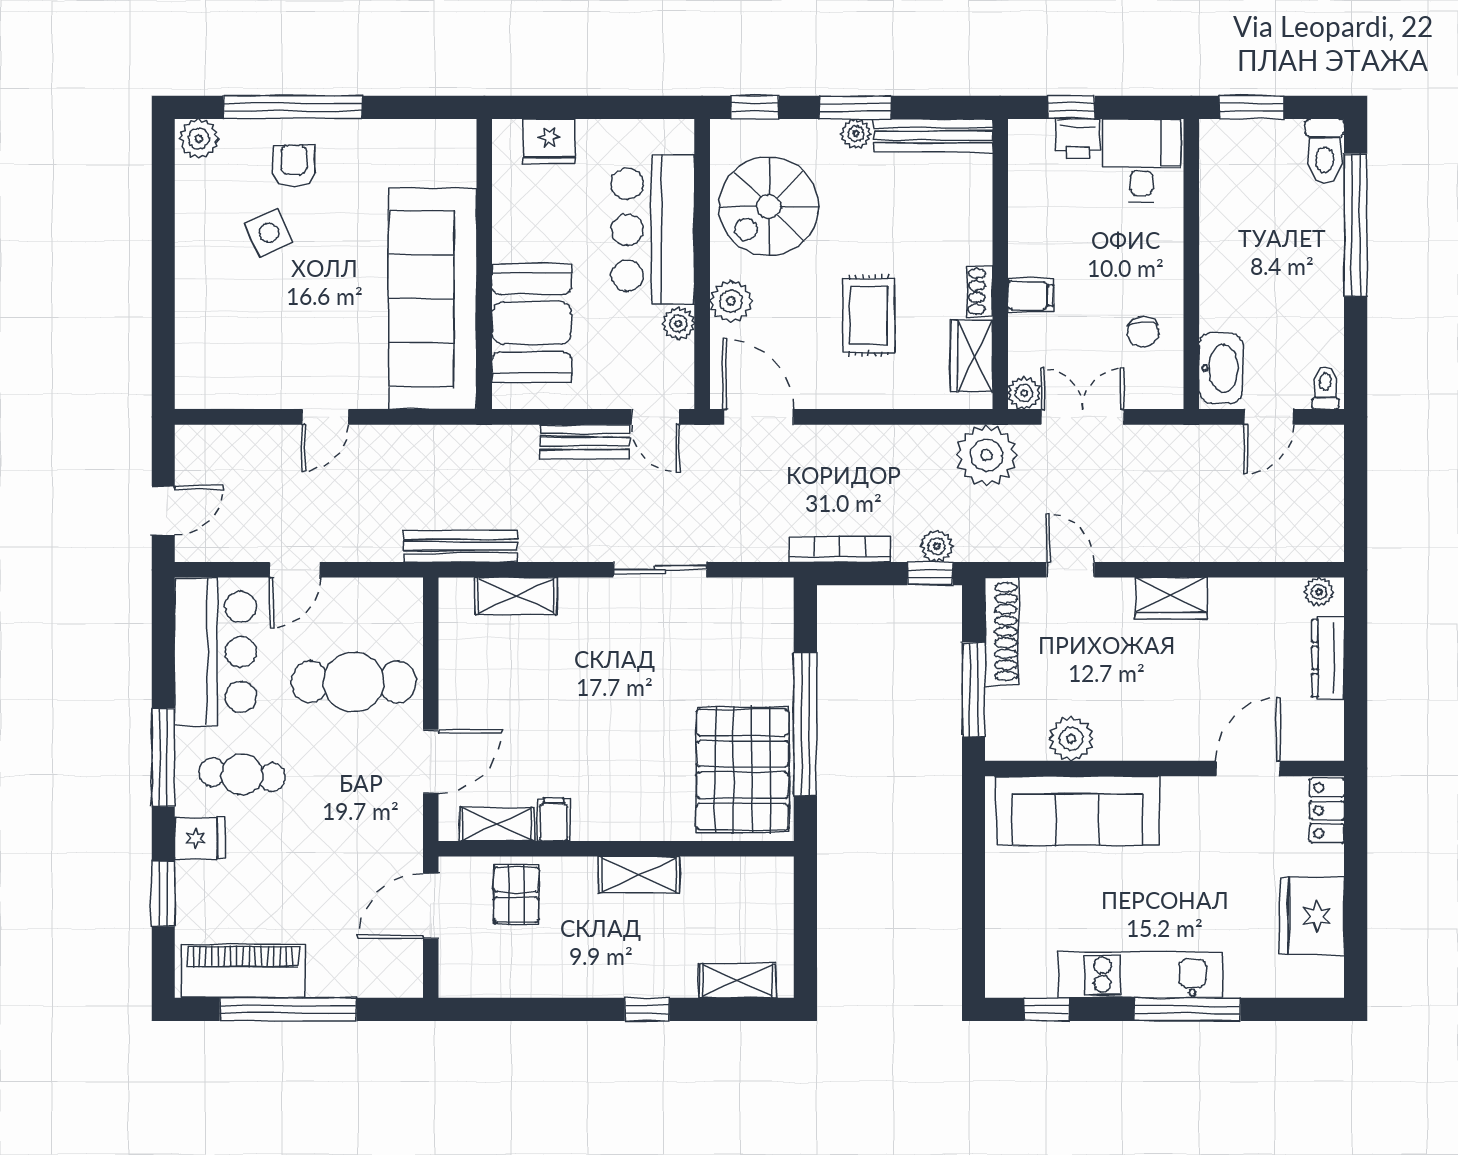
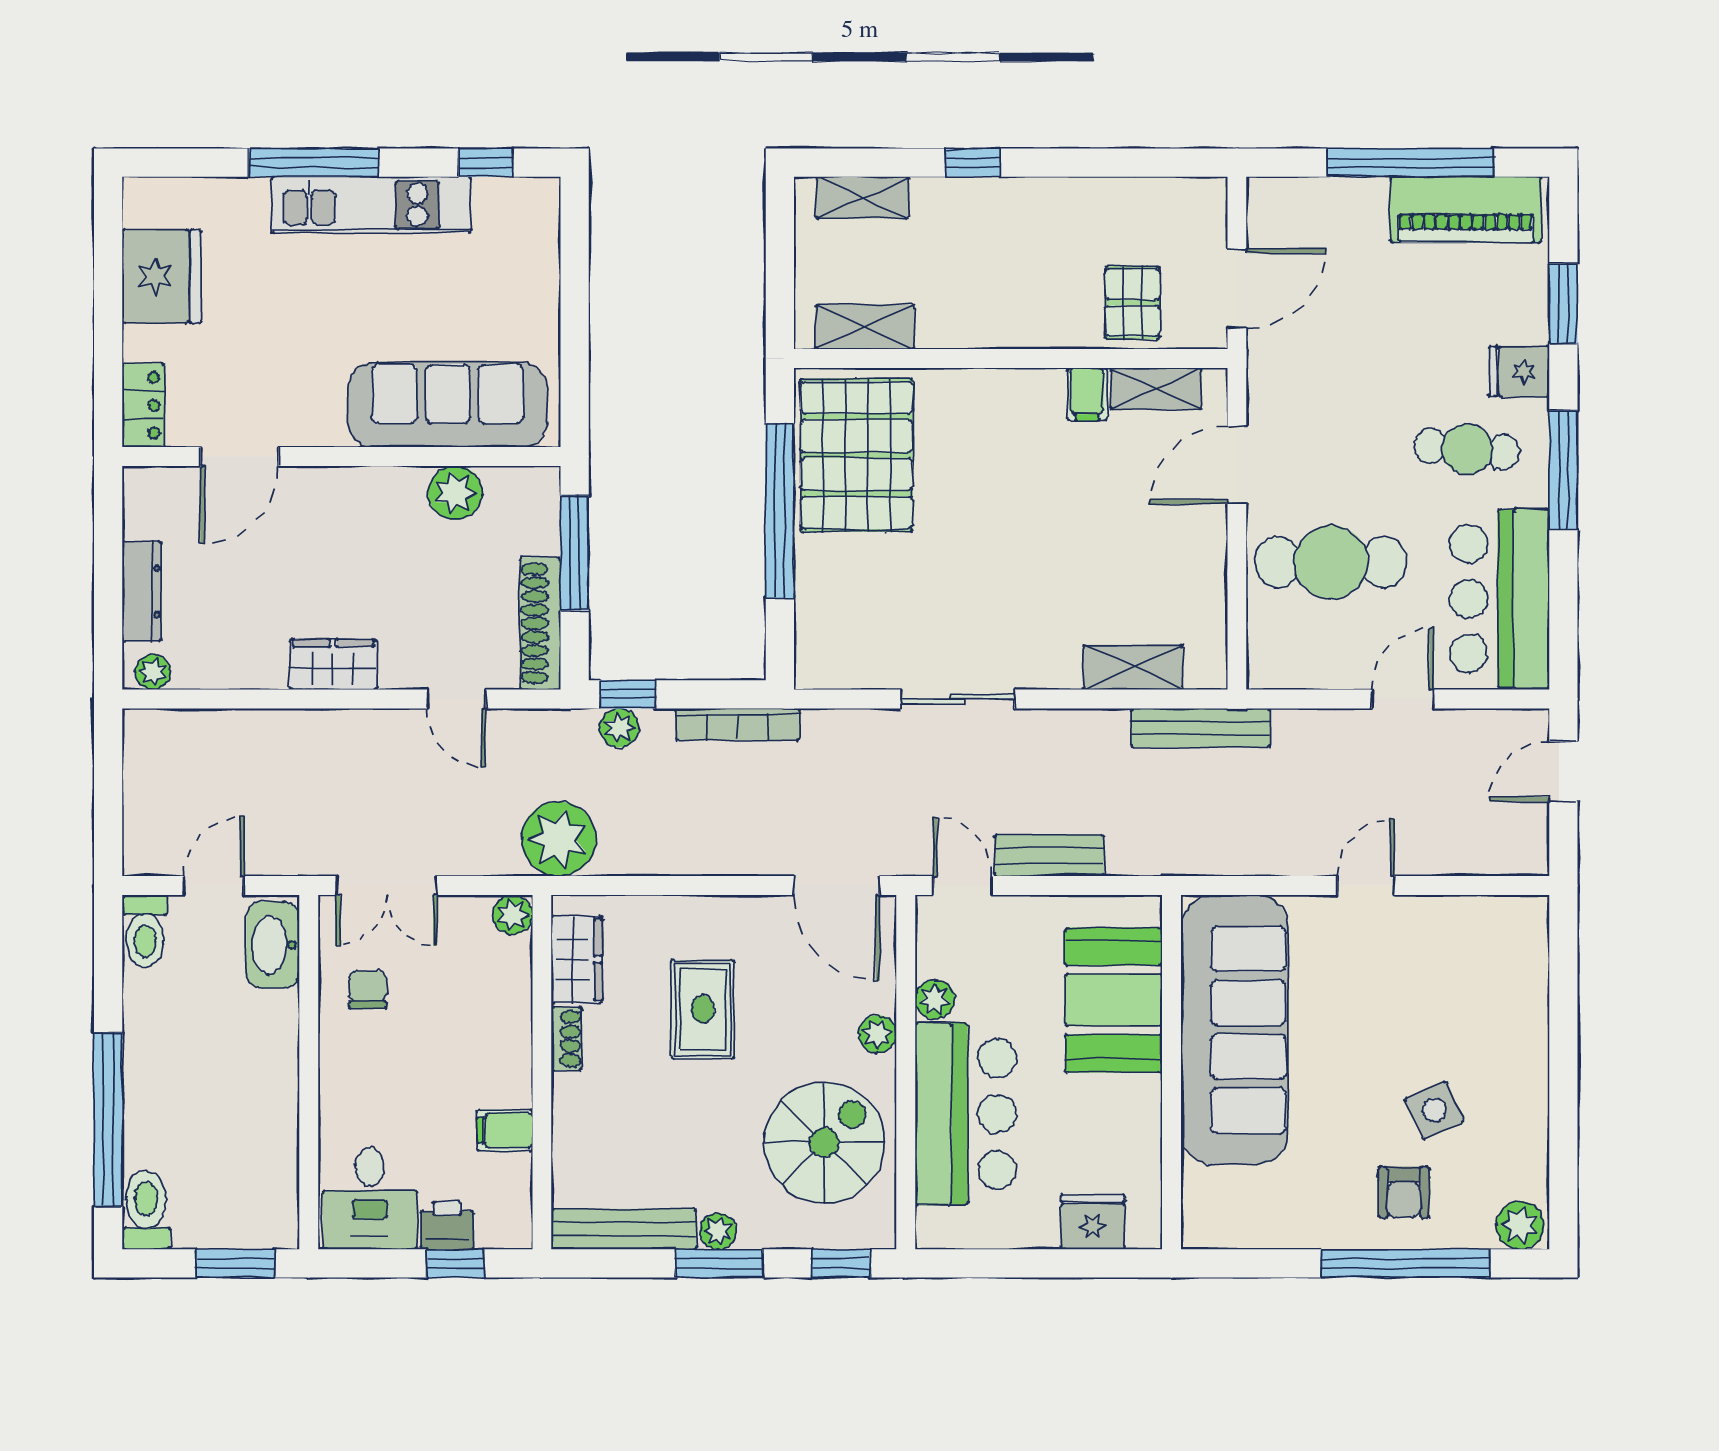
filing cabinet: (1031, 295) -> (505, 1130), moved
plant: (731, 301) -> (877, 1034), width x0.73, depth x0.73
toilet: (1325, 388) -> (145, 931), width x1.37, depth x1.39
double door: (1083, 417) -> (387, 886), moved
shelving: (639, 875) -> (865, 327), moved

